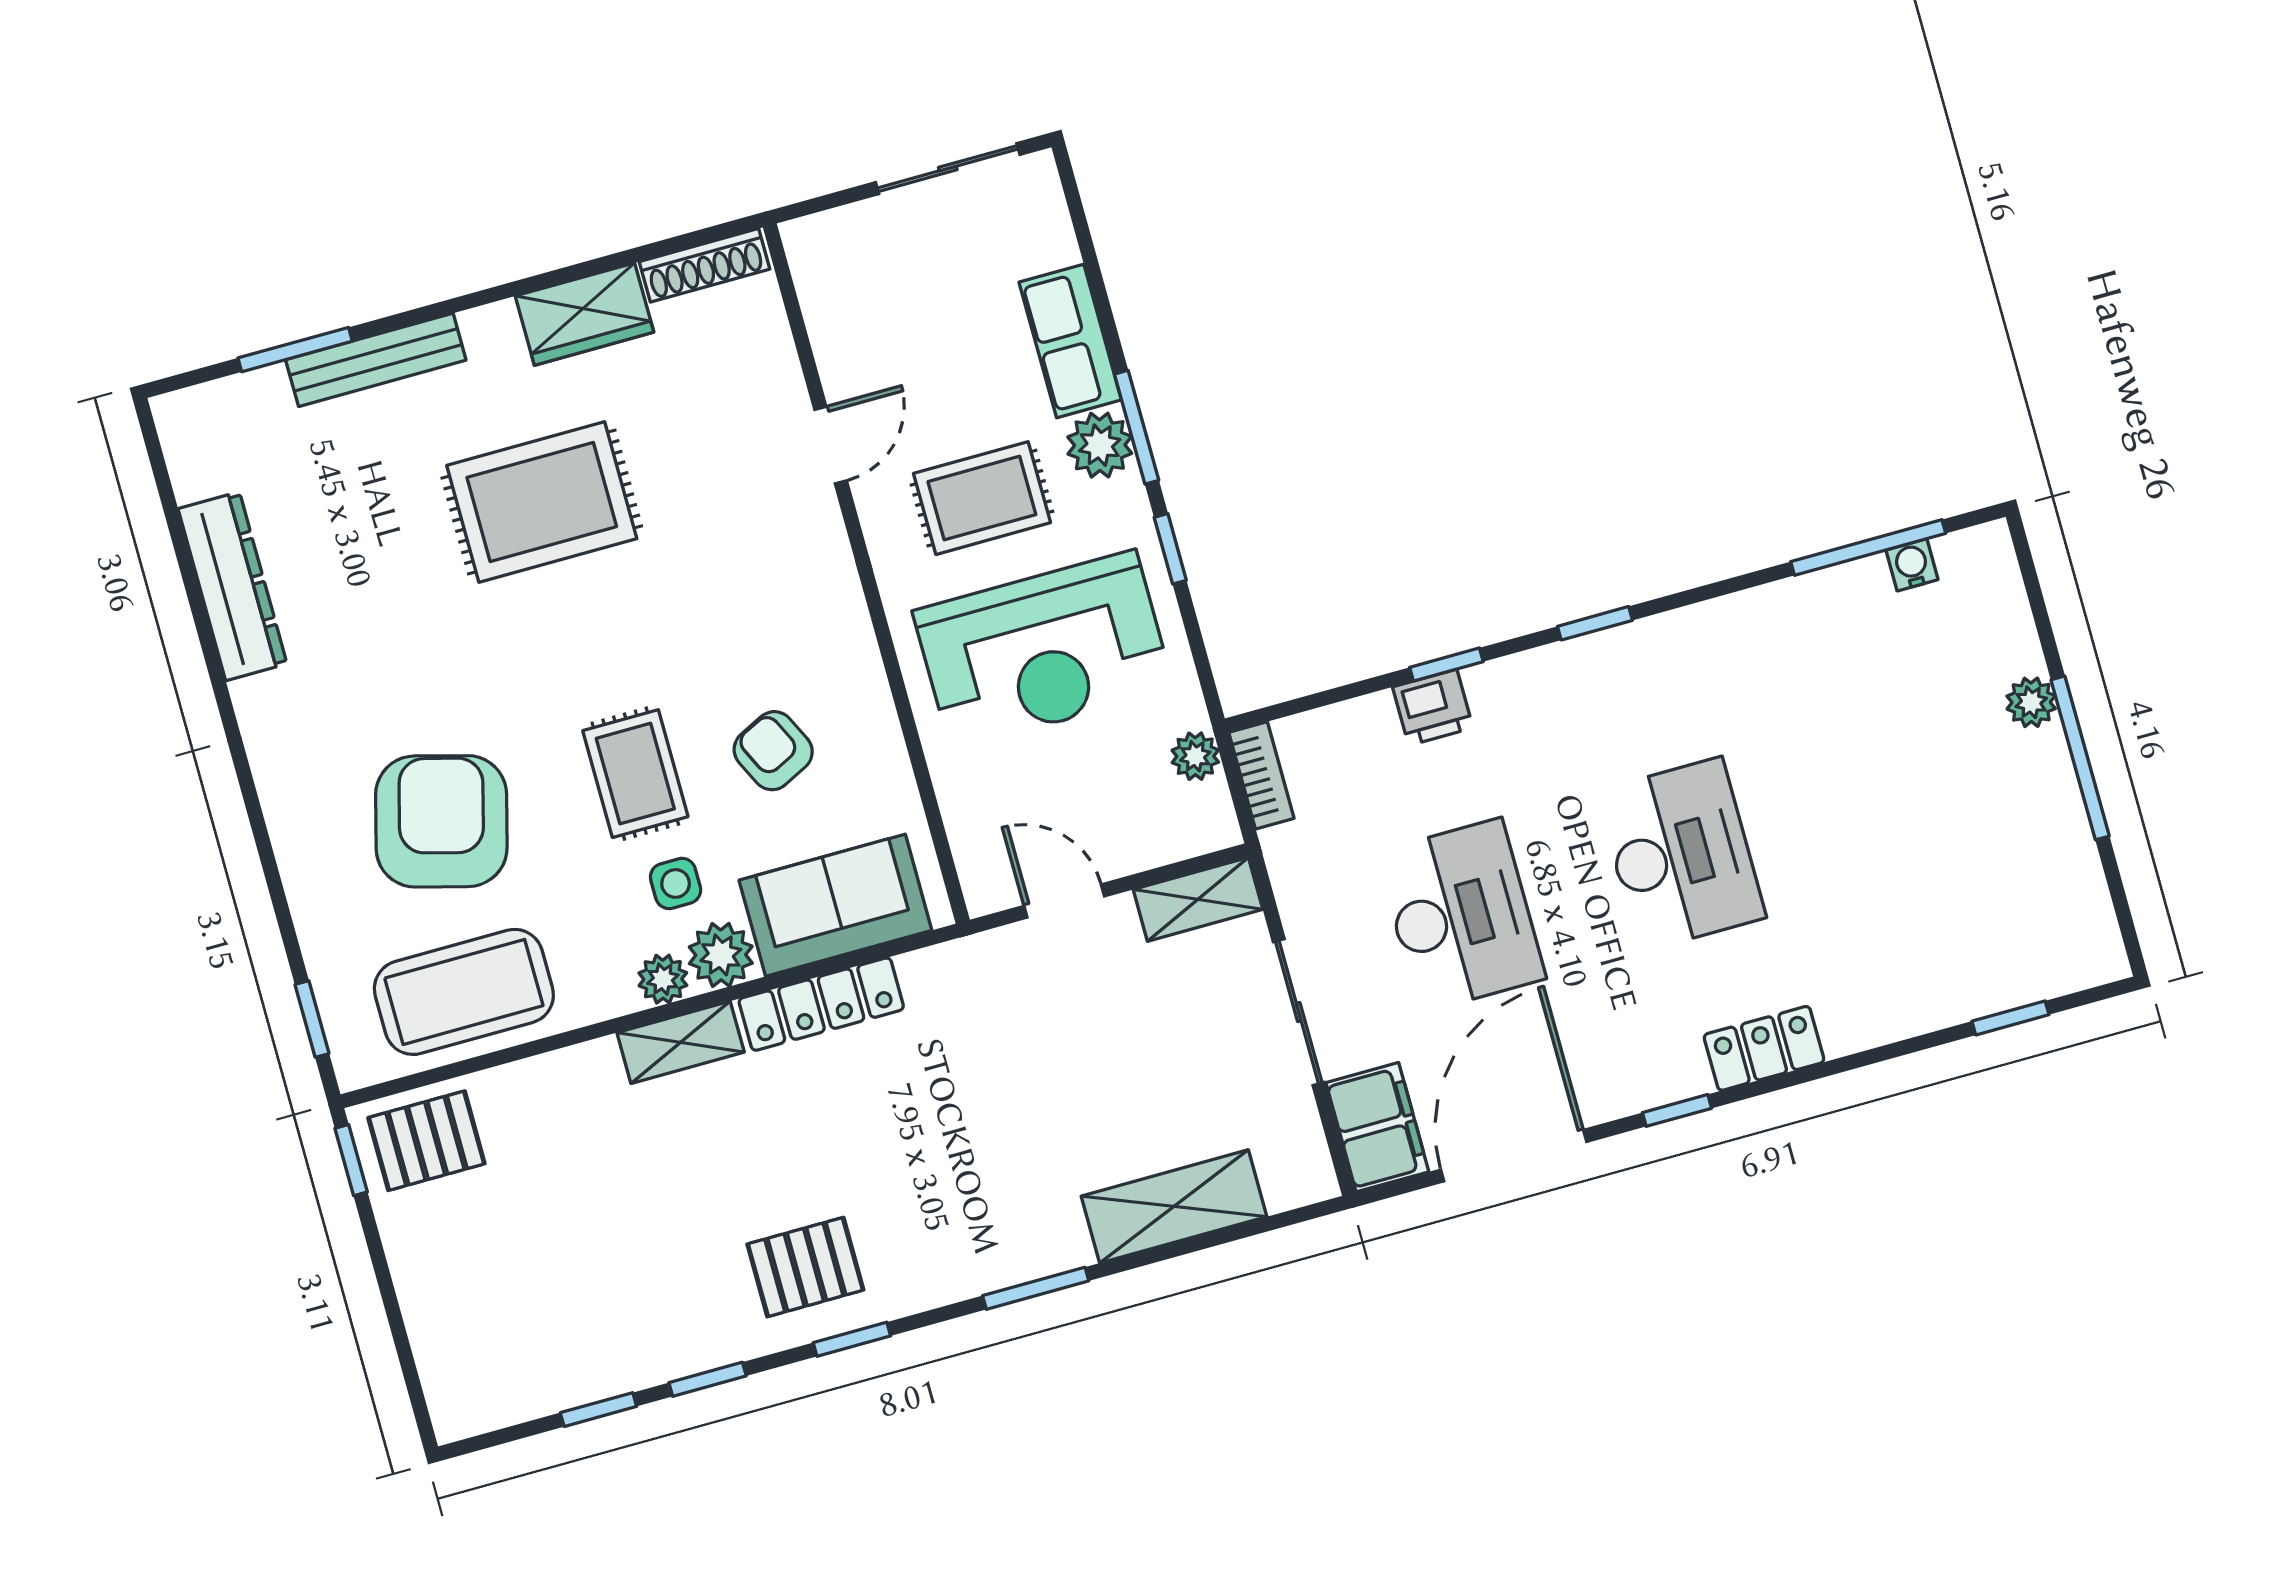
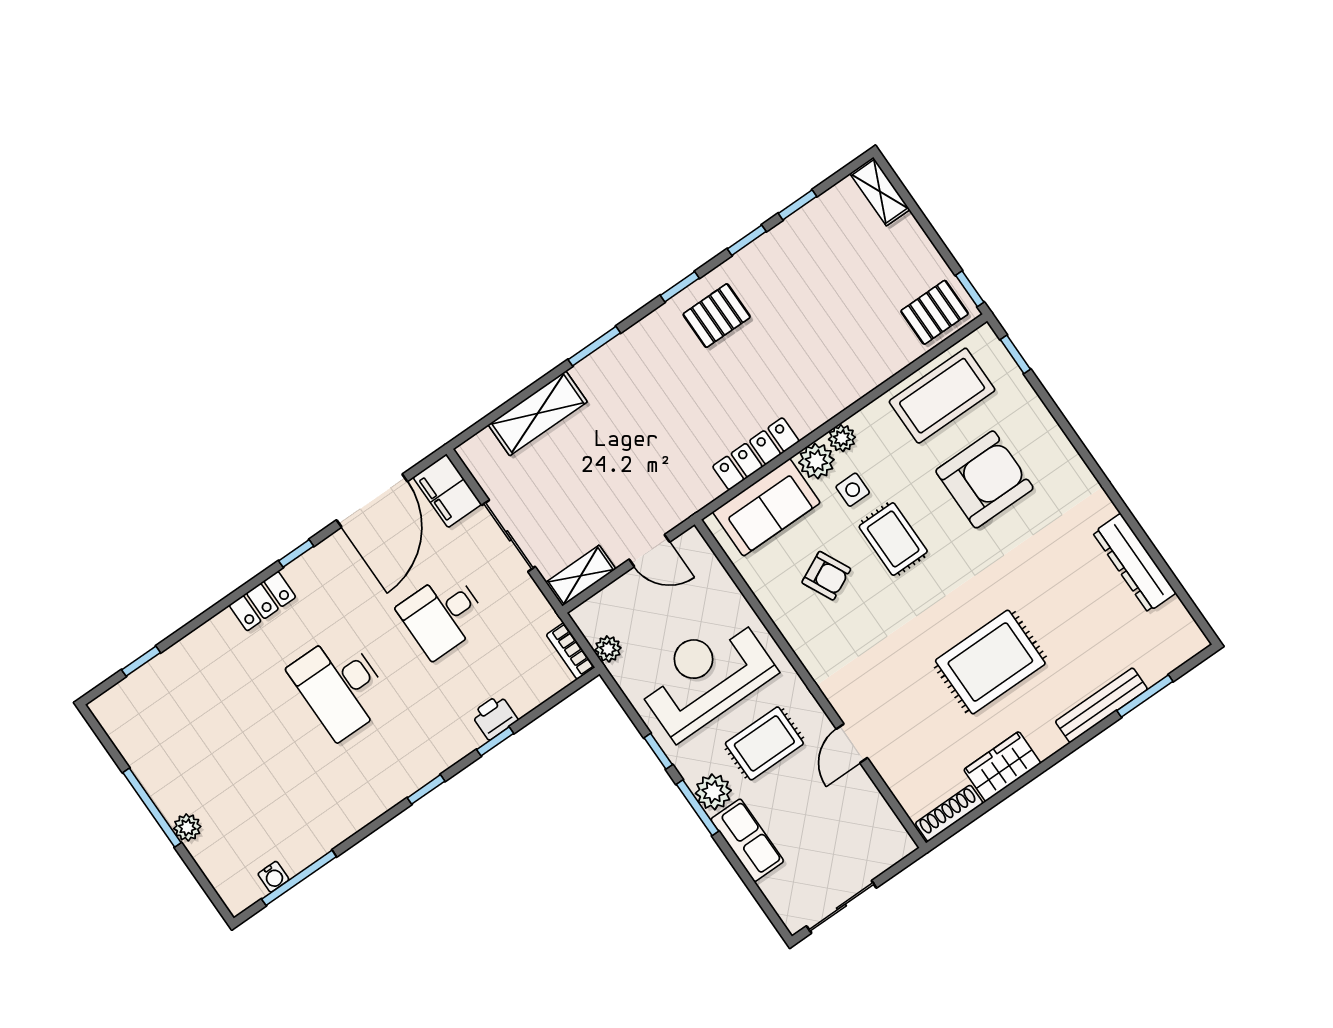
armchair: (441, 821) -> (984, 479), turned -105
desk: (1461, 915) -> (442, 615), width x0.73
shelving: (681, 1042) -> (880, 191), moved, turned 90

